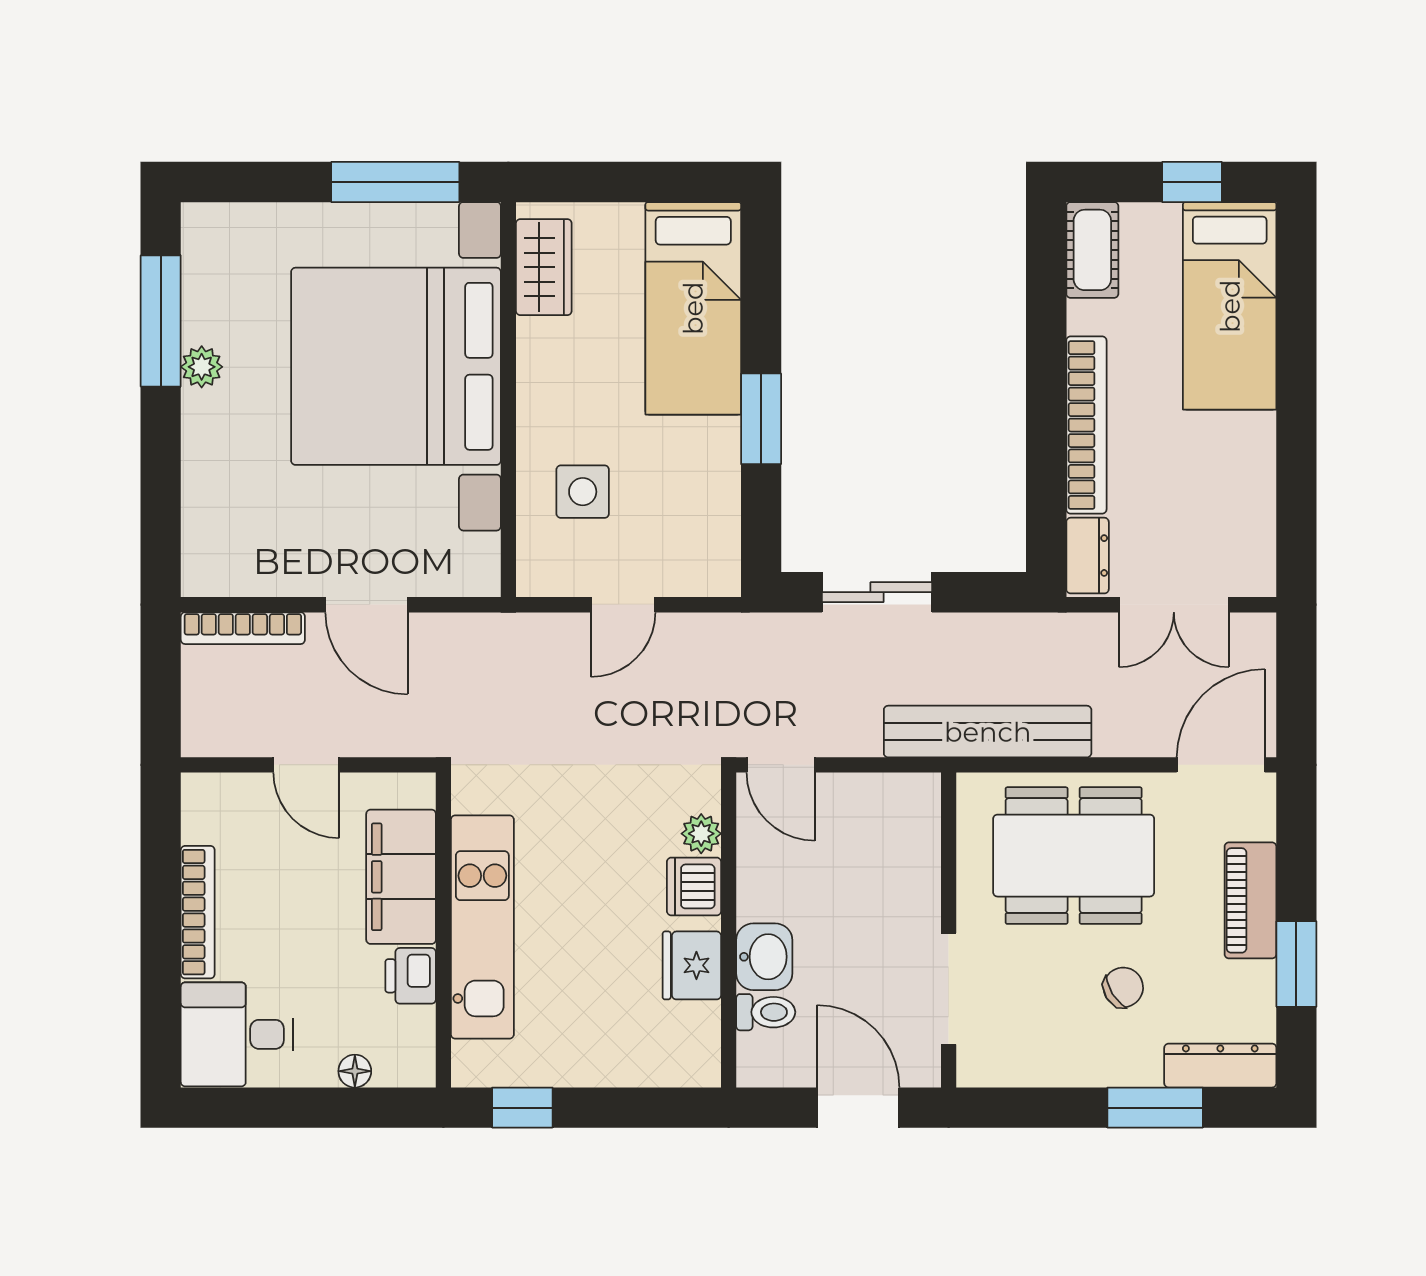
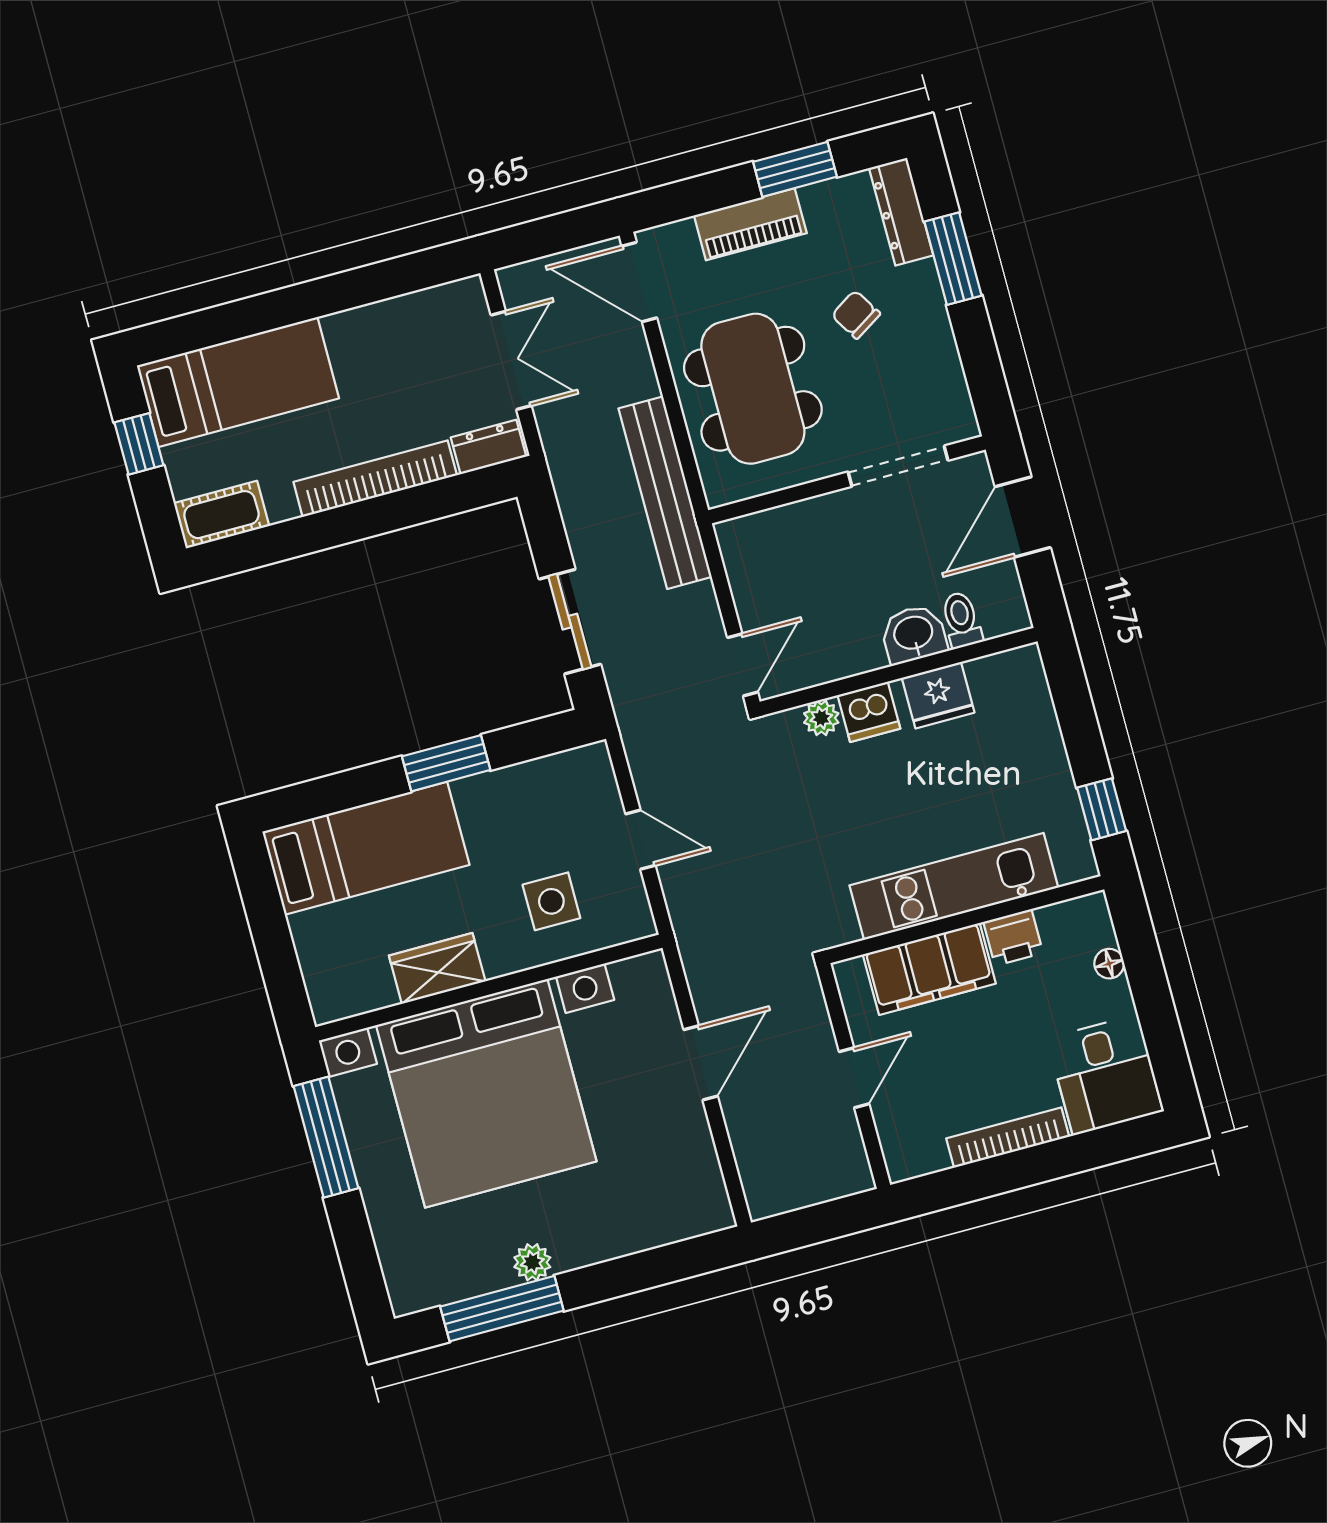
wardrobe: (544, 267) -> (437, 968), moved
bookcase: (243, 628) -> (750, 1165), removed

